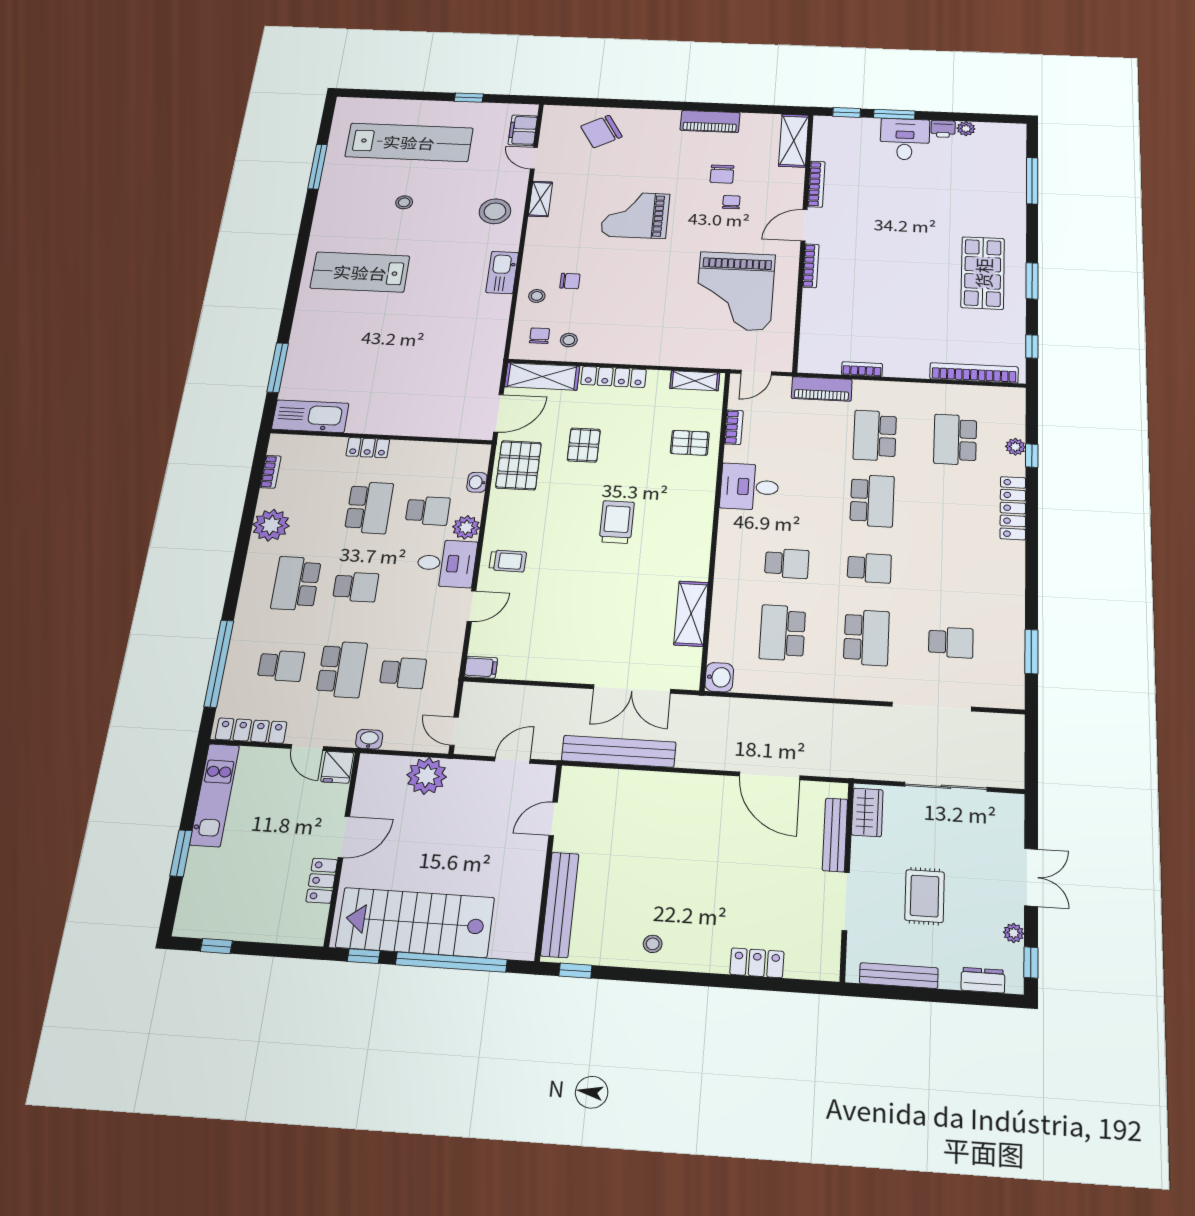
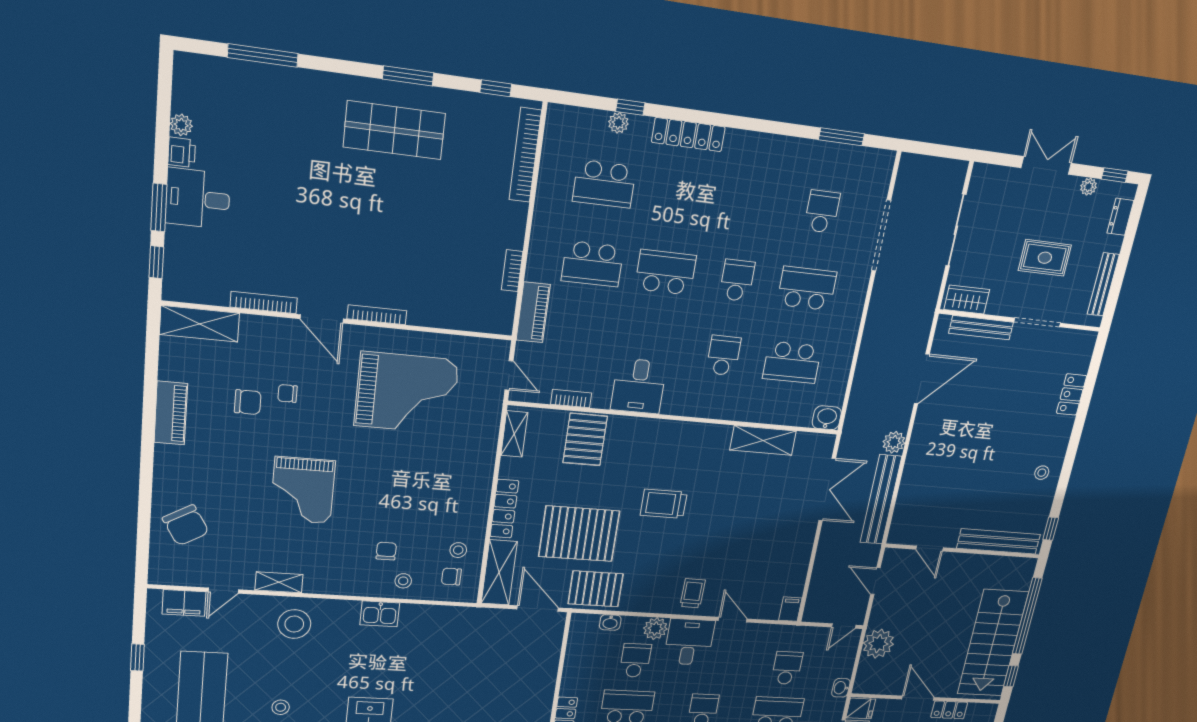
kitchen sink: (502, 272) -> (380, 614), width x0.73
pallet: (690, 443) -> (585, 439), width x1.50, depth x1.42
pallet: (584, 445) -> (579, 534), width x2.05, depth x2.00
plant: (691, 756) -> (894, 442), added

